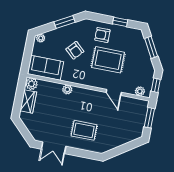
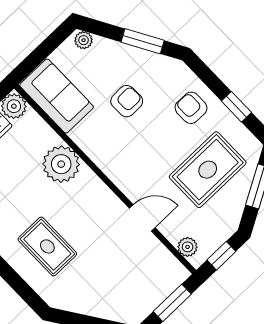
armchair: (75, 50) -> (127, 101), turned -133
rug: (108, 60) -> (208, 170), moved, turned 90
plant: (67, 90) -> (61, 164), width x1.88, depth x1.88
door: (114, 92) -> (142, 218), swing flipped

